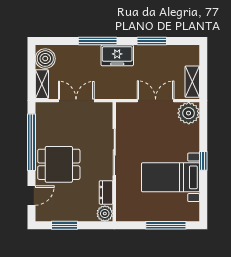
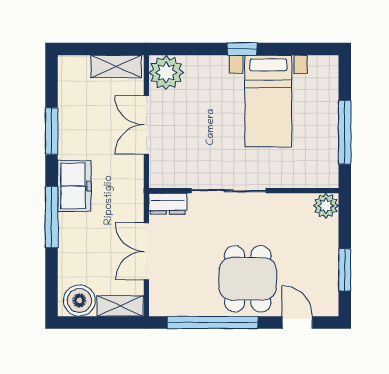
dresser: (106, 192) -> (168, 204), moved
window: (166, 225) -> (345, 132), moved

